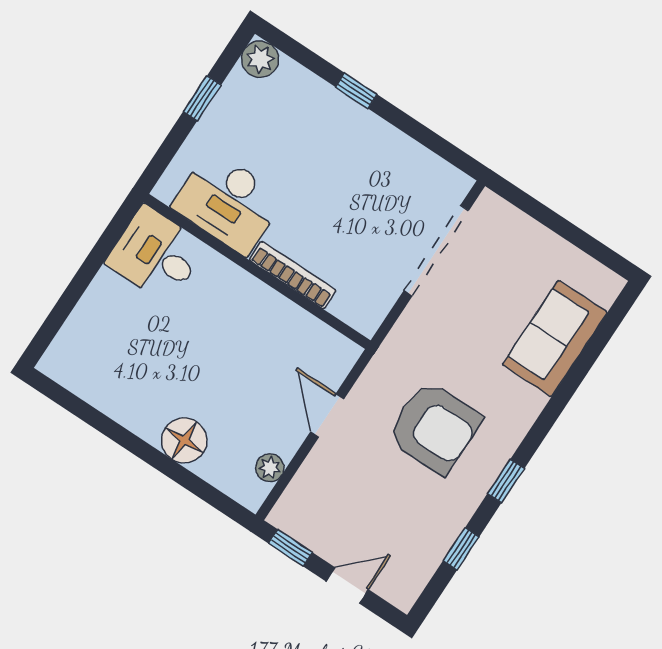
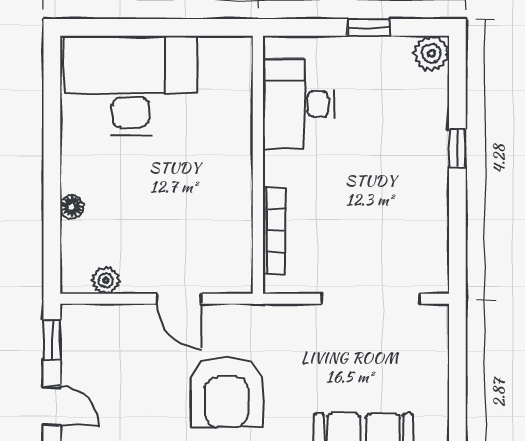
desk: (156, 254) -> (131, 85), moved, width x1.87, depth x1.30
bookcase: (293, 275) -> (274, 230), moved
door: (327, 415) -> (179, 299), swing flipped
floor lamp: (184, 440) -> (72, 207), width x0.53, depth x0.53

